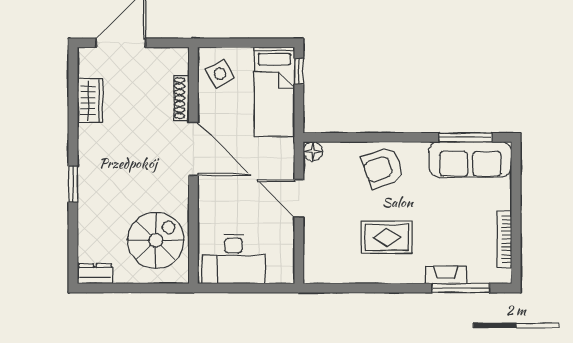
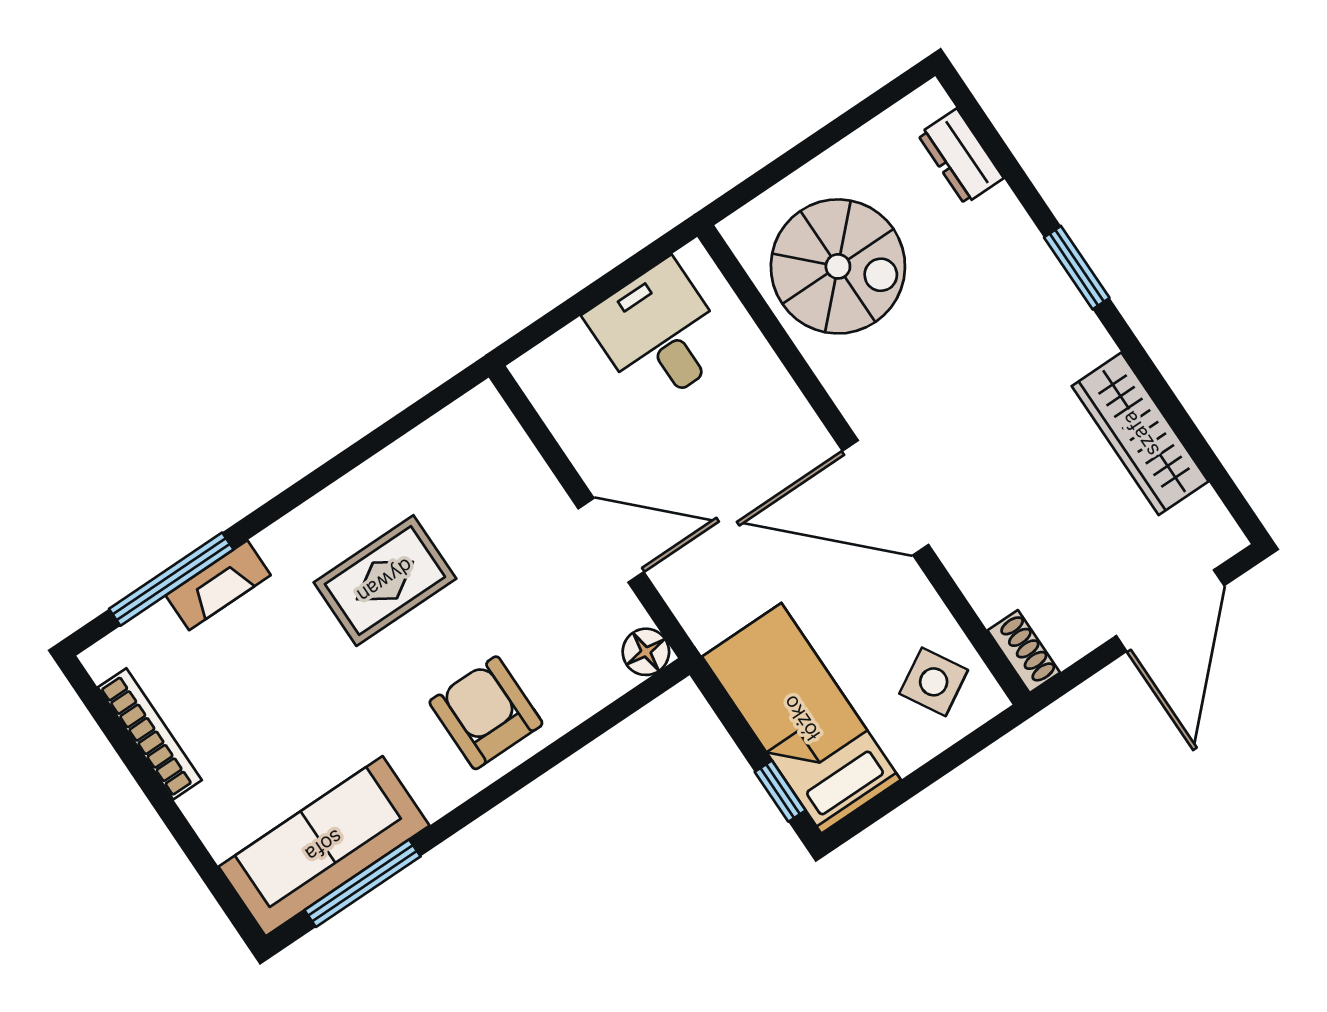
shoe rack: (181, 98) -> (1024, 652), moved, width x0.70
wardrobe: (90, 101) -> (1140, 434), width x1.50
armchair: (383, 168) -> (486, 713), turned -71
spiral stairs: (156, 240) -> (838, 266), turned -90
desk: (234, 259) -> (659, 334), width x0.73
dresser: (95, 274) -> (961, 156), moved, turned 90

